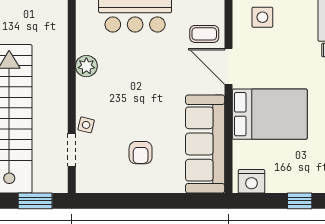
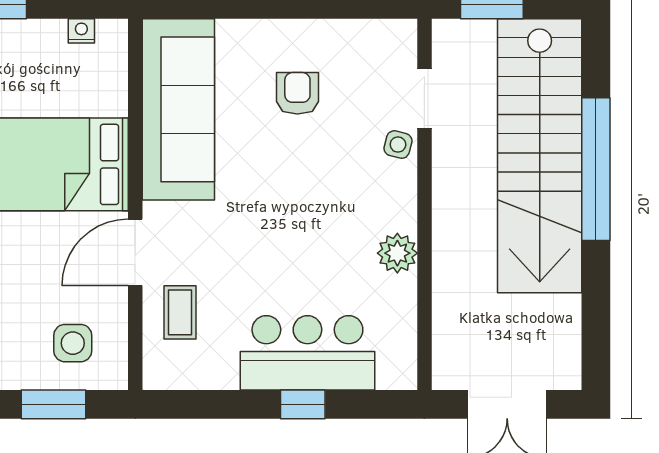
coffee table: (204, 34) -> (180, 312), turned 90
door: (229, 66) -> (135, 252), swing flipped
nightstand: (251, 181) -> (81, 31), width x0.53, depth x0.56

